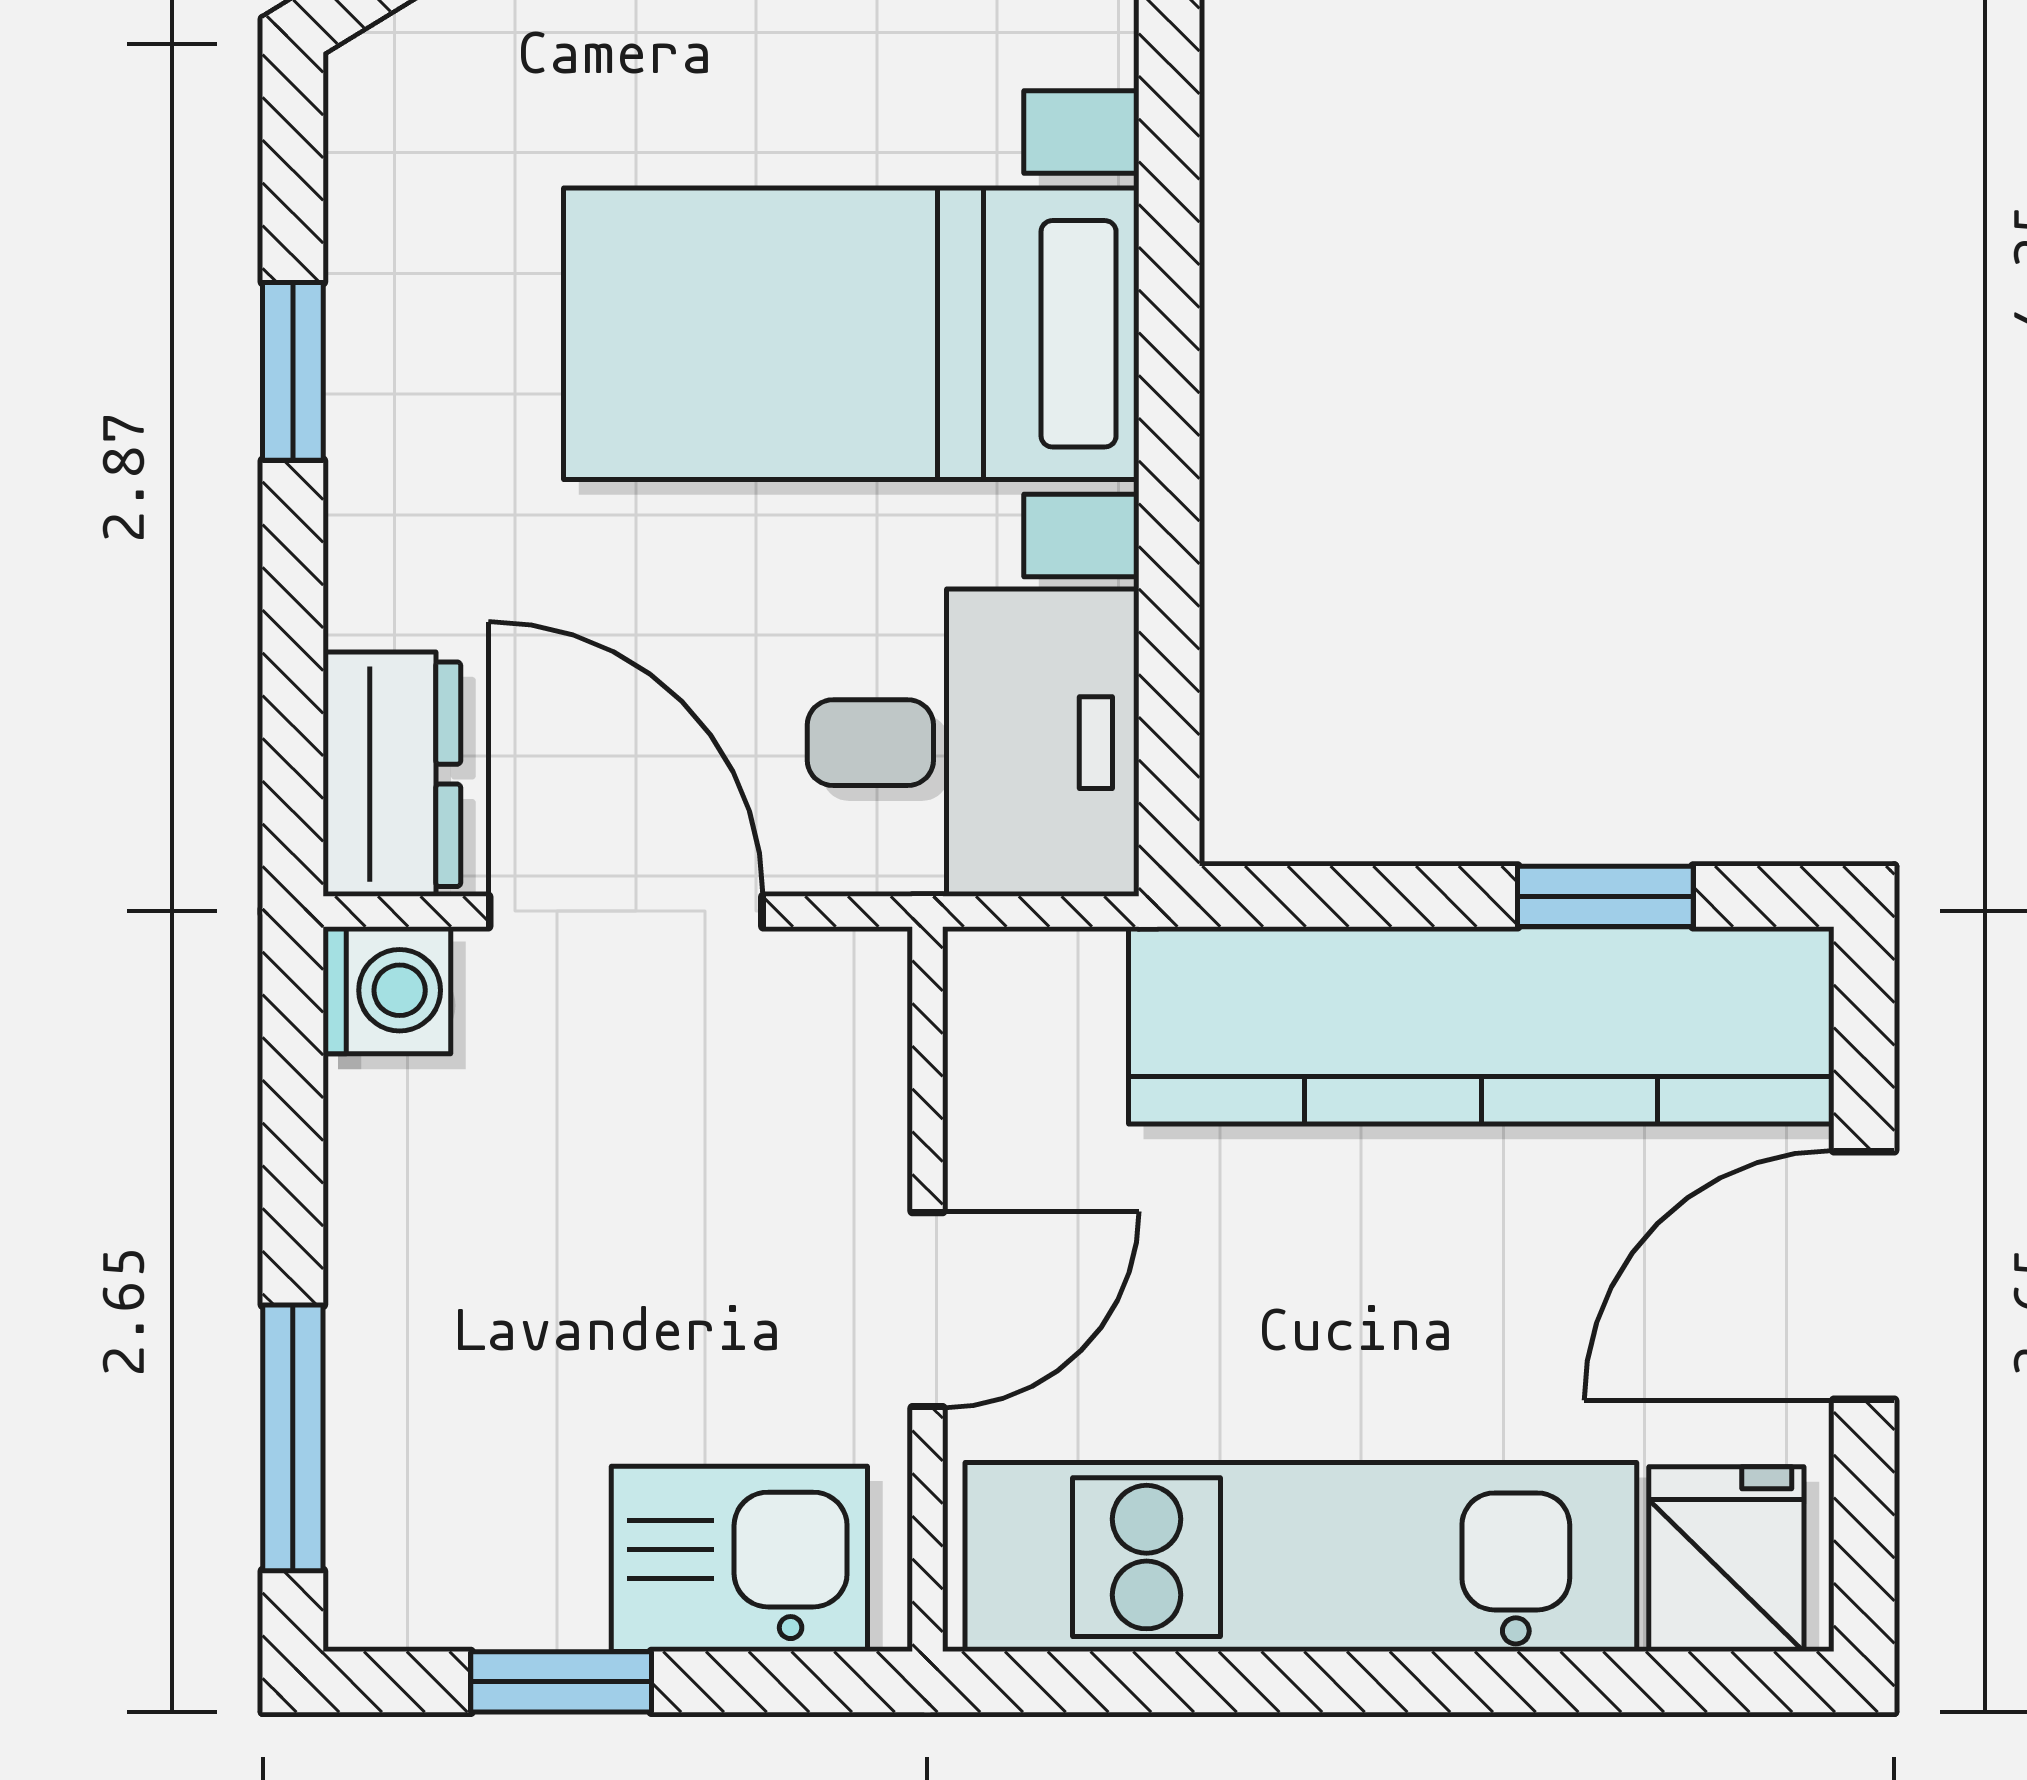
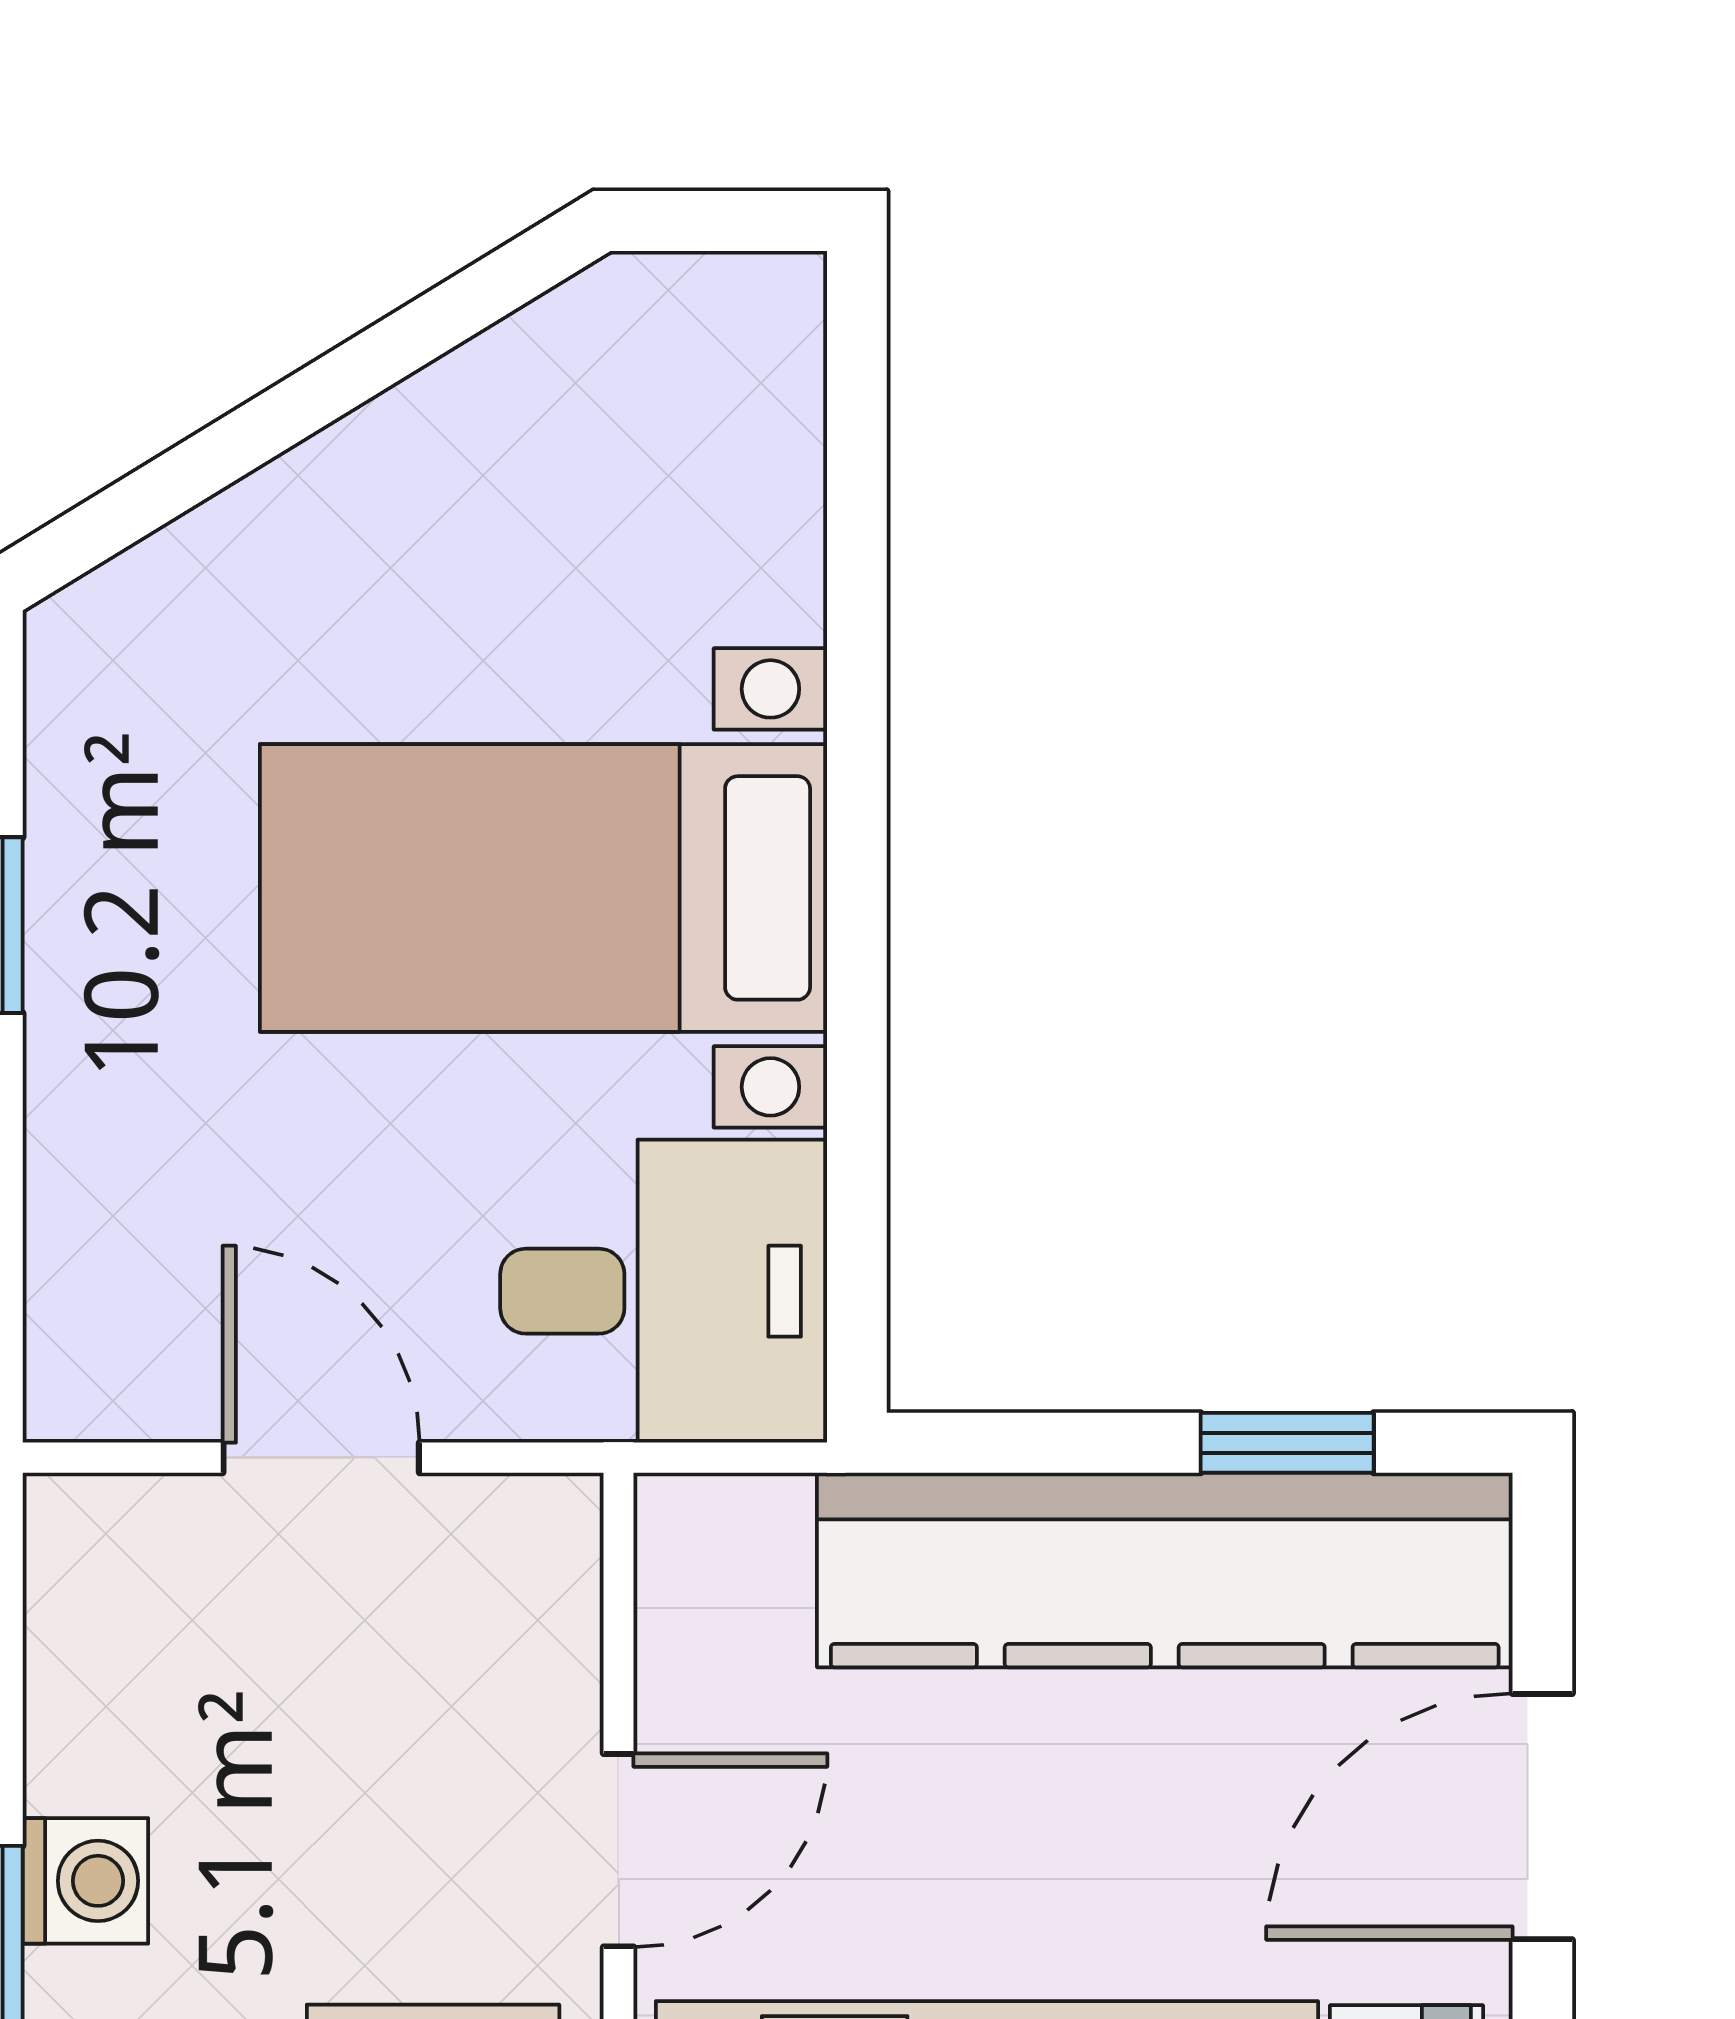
dresser: (392, 774) -> (90, 1322), removed
door: (626, 911) -> (321, 1458), width x0.73
washing machine: (387, 990) -> (85, 1881), moved

